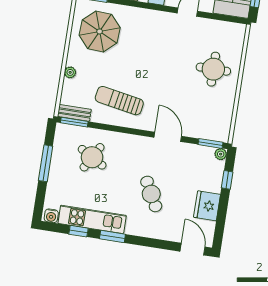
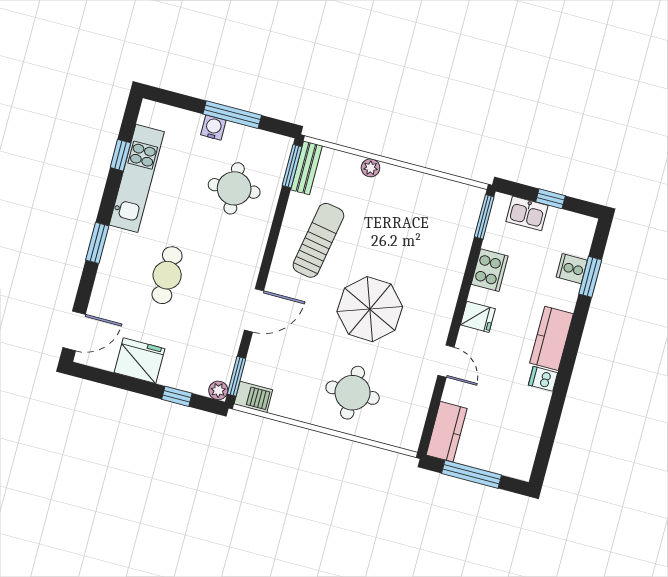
parasol: (100, 31) -> (370, 309), moved
barbecue: (223, 132) -> (253, 397), added
round table: (92, 157) -> (234, 188), turned -34
cafe table: (151, 194) -> (167, 275), turned -62
water cooler: (51, 216) -> (213, 128), moved, turned 90
window: (112, 237) -> (97, 243), moved

